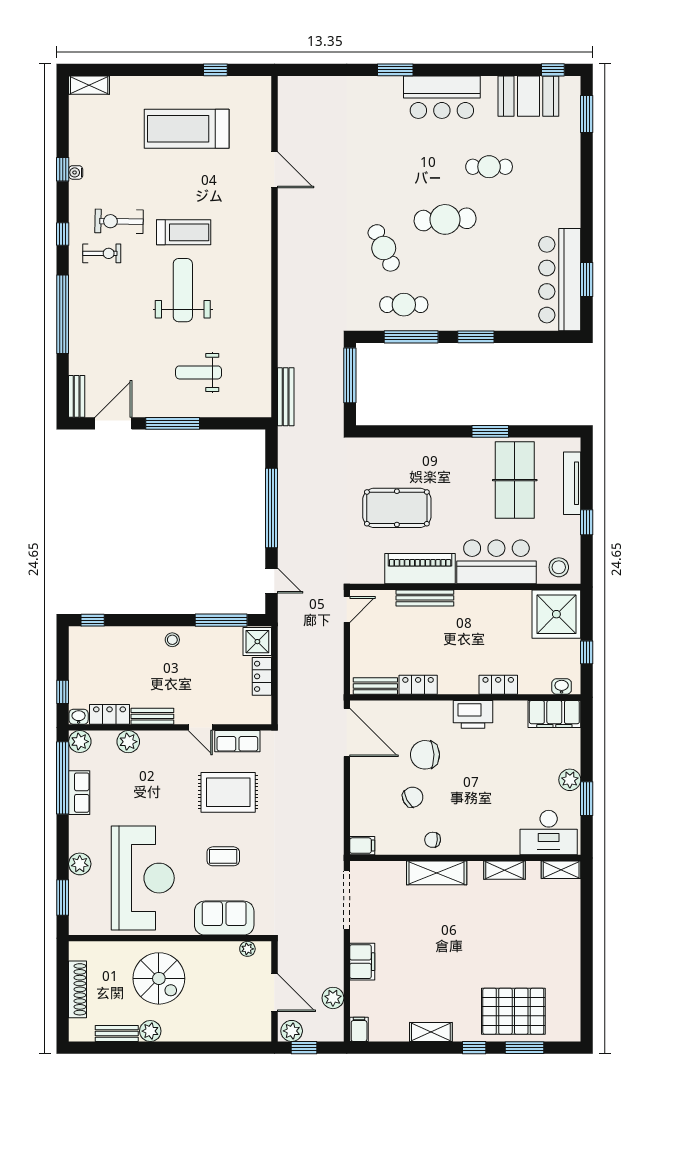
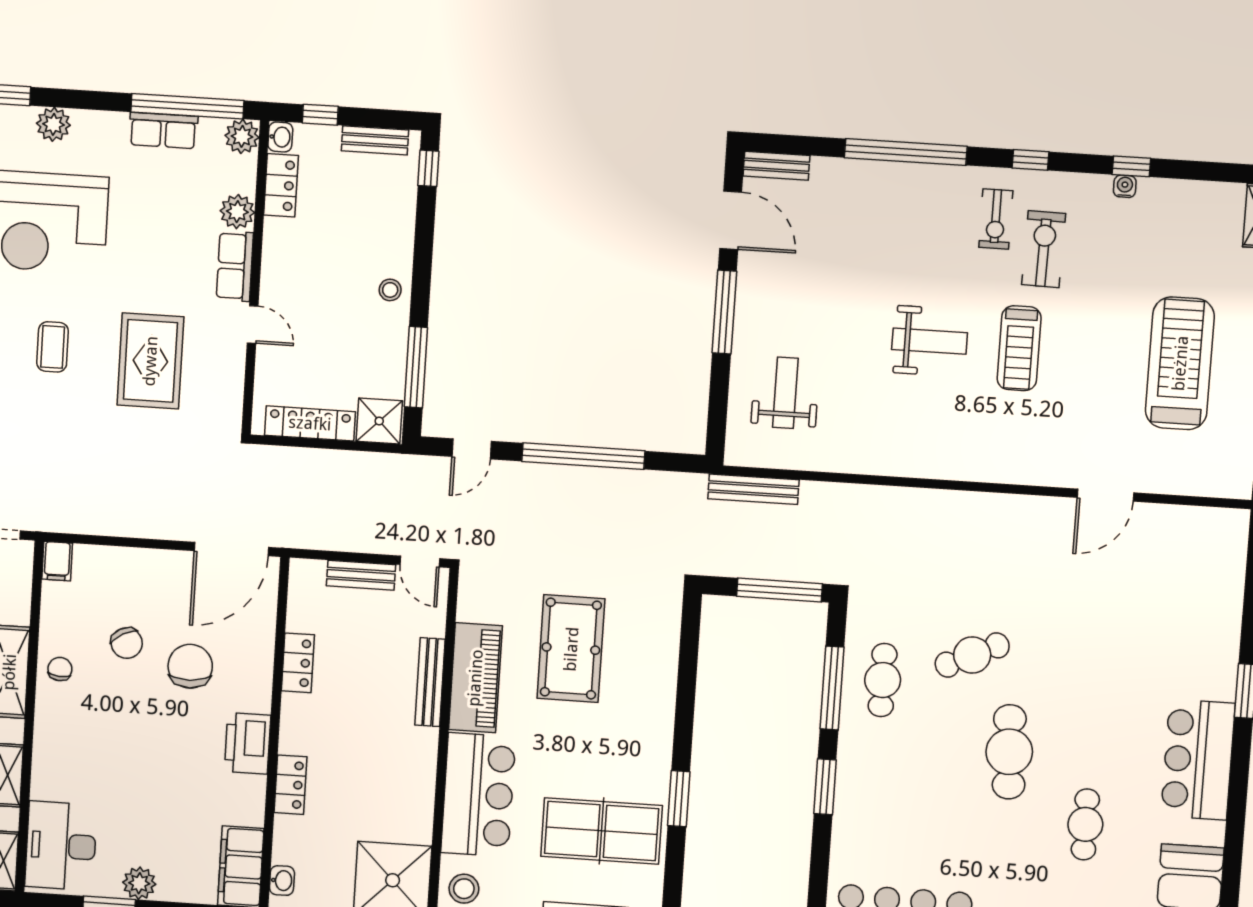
weight bench: (183, 290) -> (930, 341), width x0.73, depth x0.75
weight bench: (199, 372) -> (785, 393), moved
locker: (262, 676) -> (310, 423), width x1.53
bench: (375, 686) -> (361, 575), moved, turned 90
bench: (152, 716) -> (375, 140), moved, turned 90
door: (200, 727) -> (253, 324), swing flipped
row of seats: (237, 741) -> (235, 266), moved

